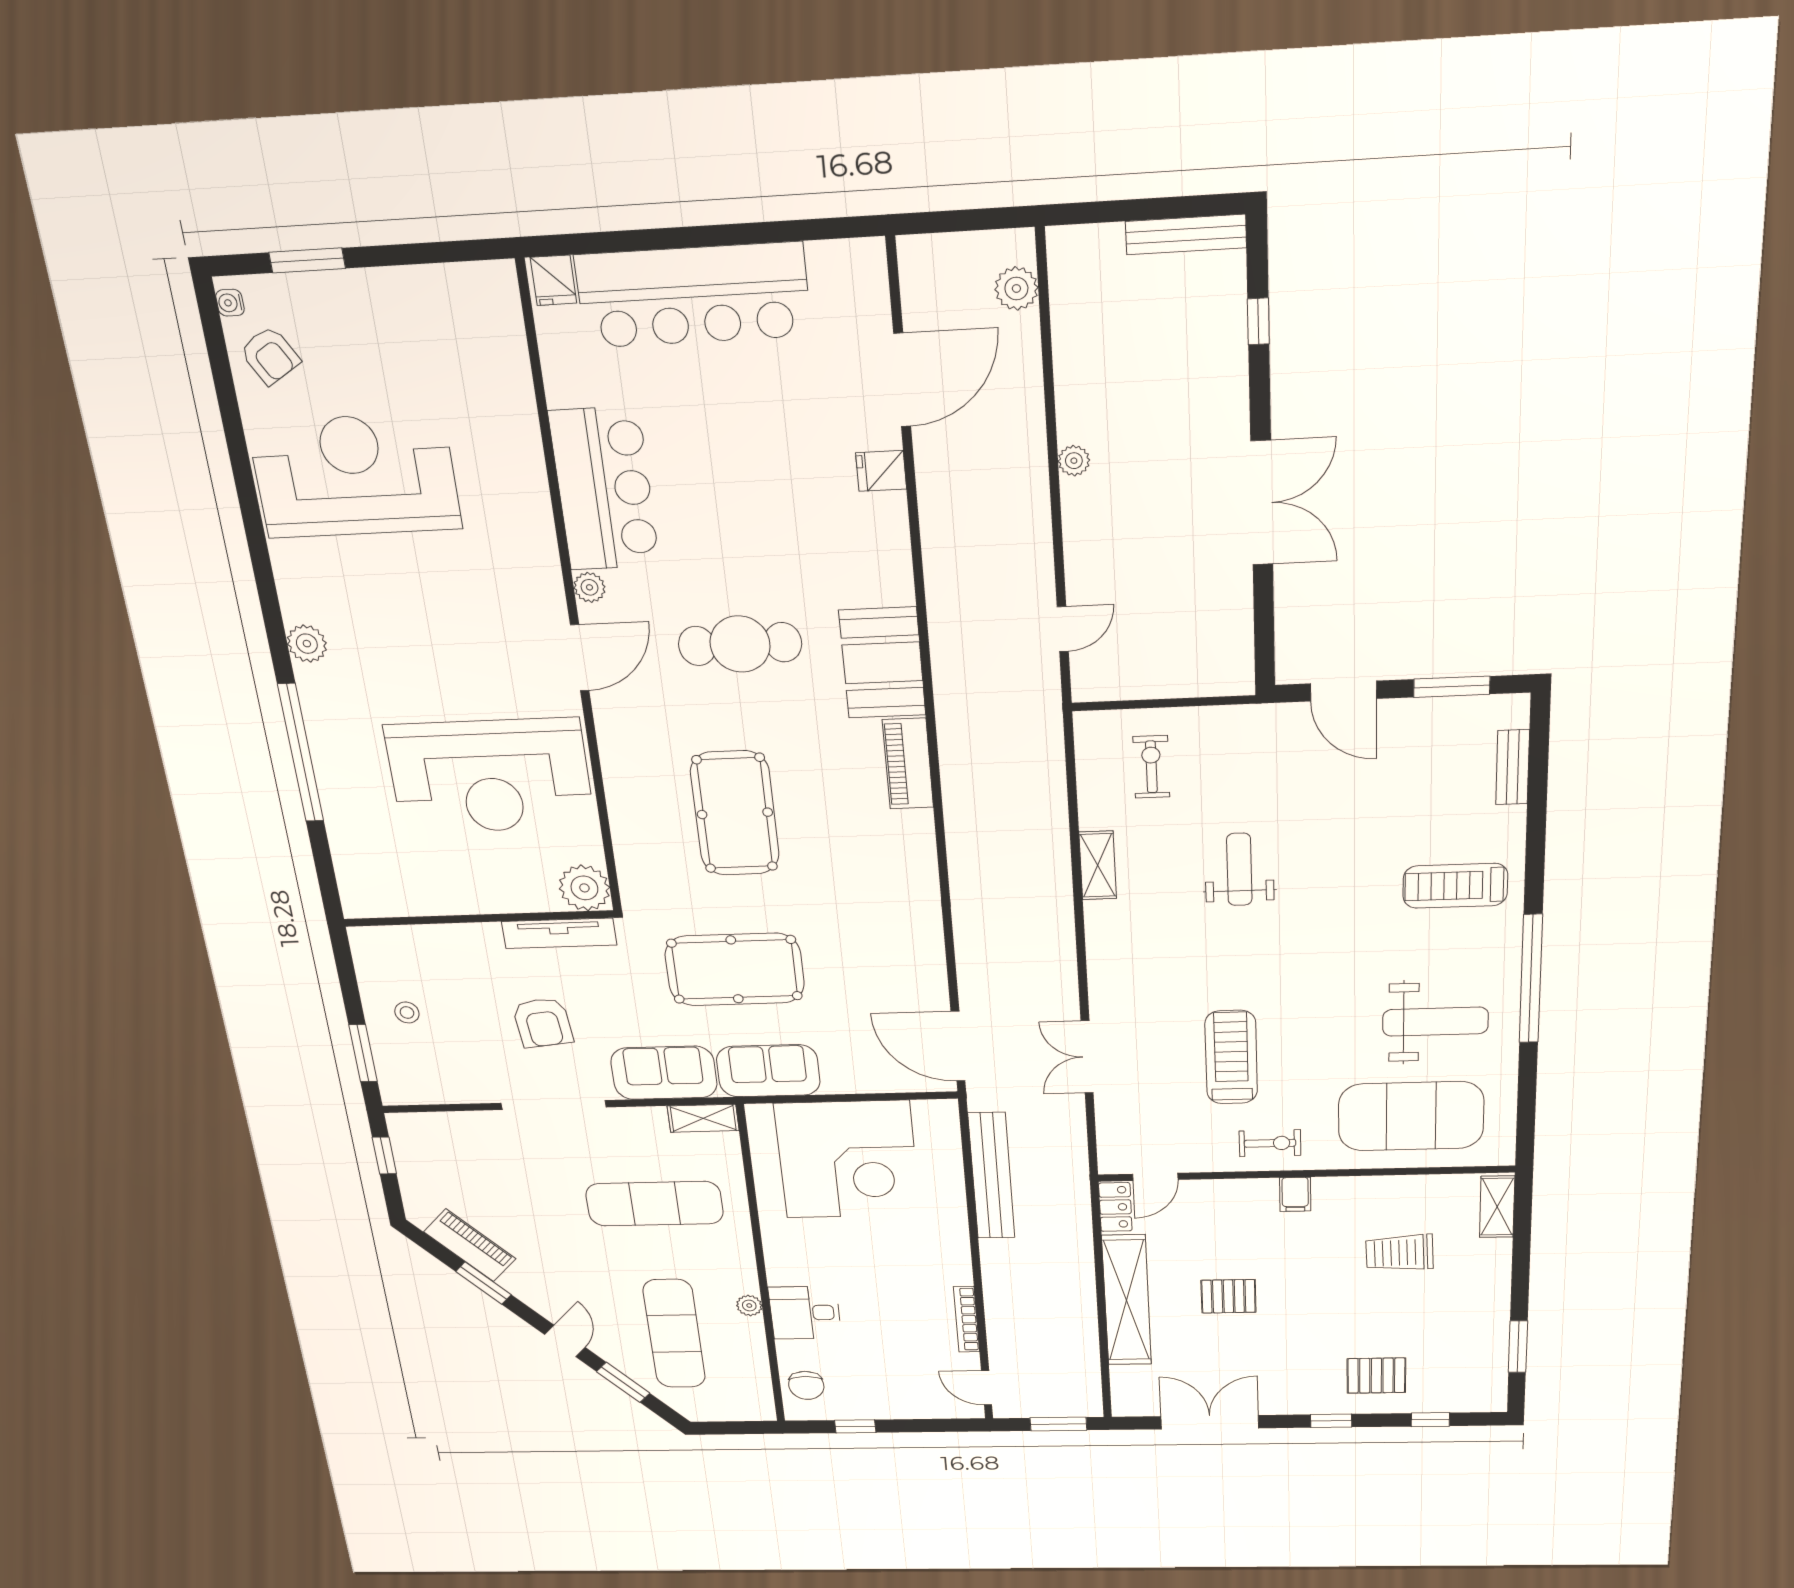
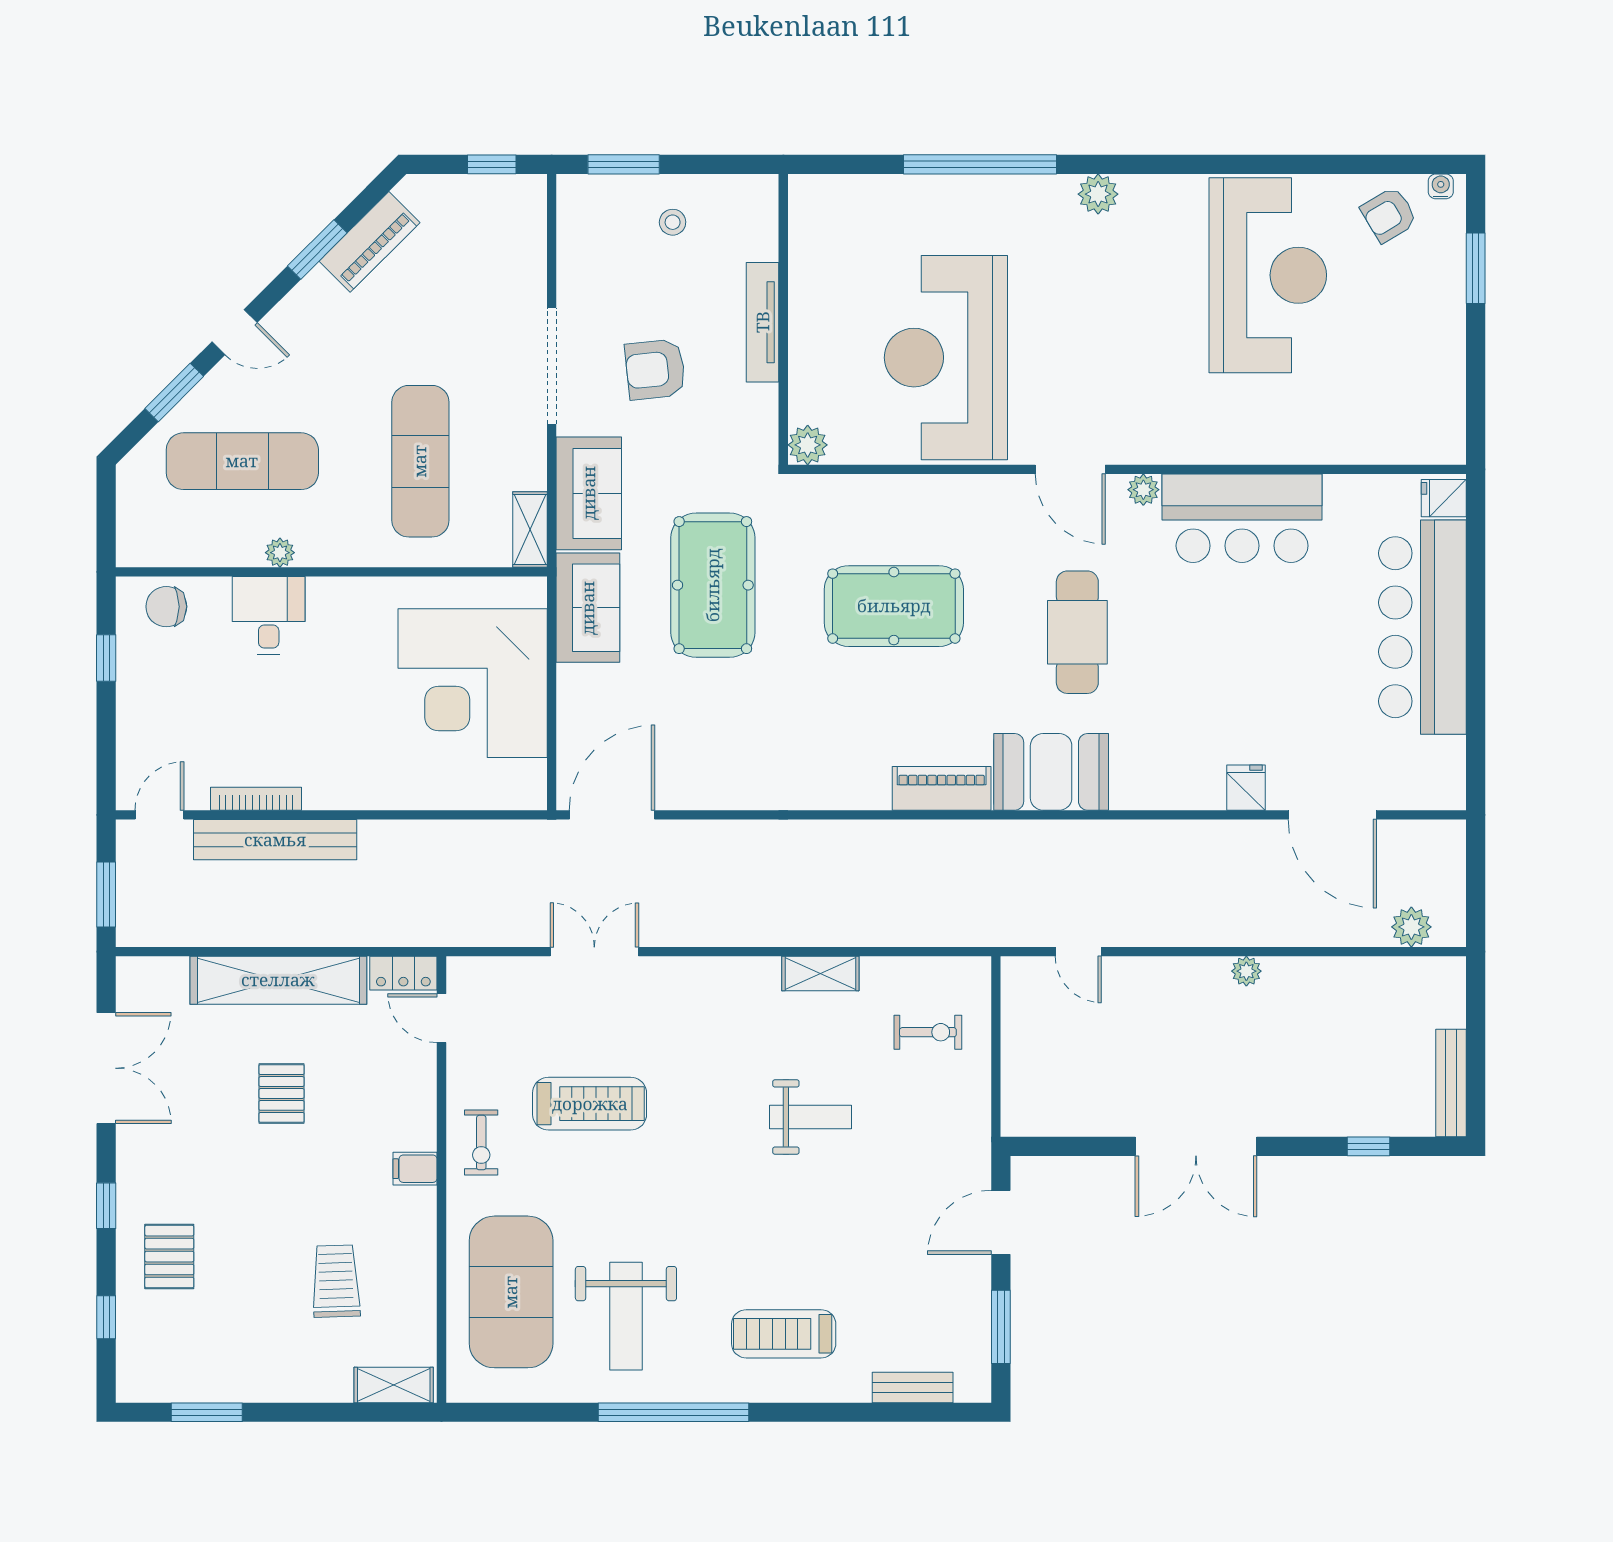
treadmill: (1455, 886) -> (784, 1334), turned -90
plant: (584, 888) -> (808, 445), width x0.73, depth x0.73
tv unit: (559, 933) -> (763, 322), moved
bench: (991, 1176) -> (275, 840), moved

